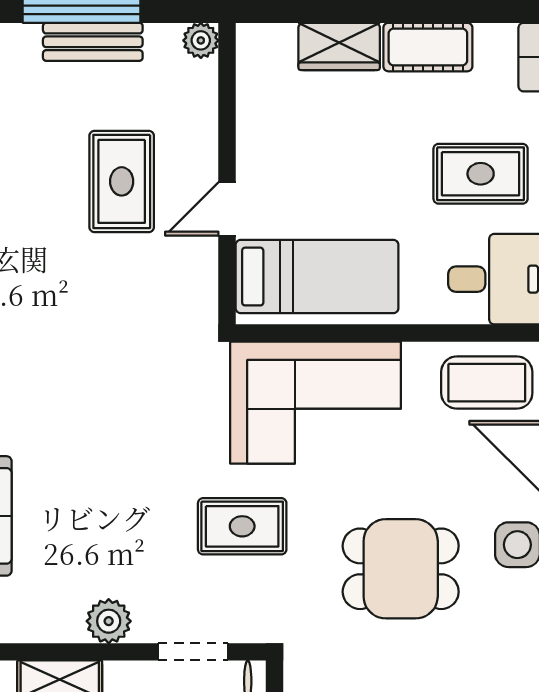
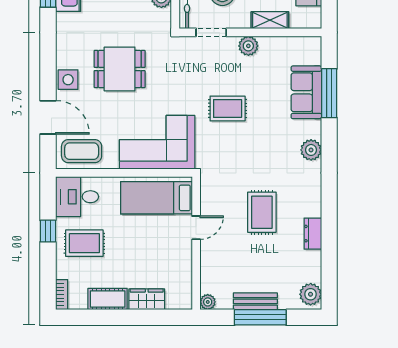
rug: (122, 181) -> (262, 212), moved
rug: (242, 526) -> (228, 108), moved

